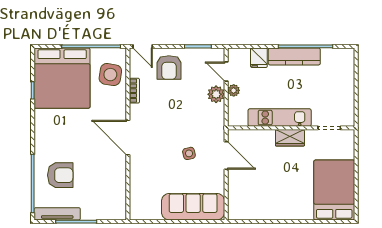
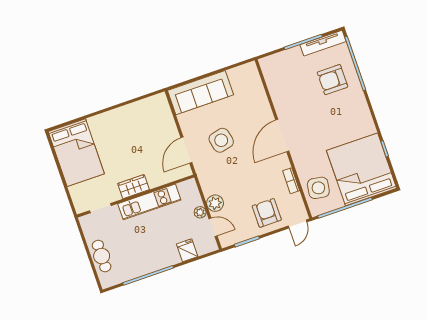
door: (143, 46) -> (298, 224), swing flipped
kitchen counter: (294, 56) -> (155, 263), removed
cafe table: (344, 81) -> (102, 256), added
door: (128, 138) -> (282, 136), swing flipped
side table: (189, 153) -> (221, 140), width x1.87, depth x1.87
door: (226, 156) -> (186, 150), hinge flipped

